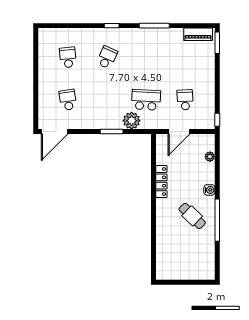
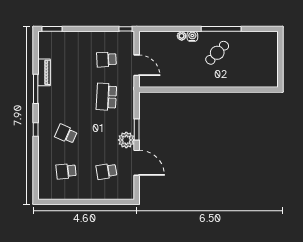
piano: (198, 34) -> (44, 72), moved
plant: (132, 121) -> (126, 140), moved
door: (55, 132) -> (137, 163), moved
plant: (210, 157) -> (182, 36), moved
locker: (161, 182) -> (184, 82), removed

